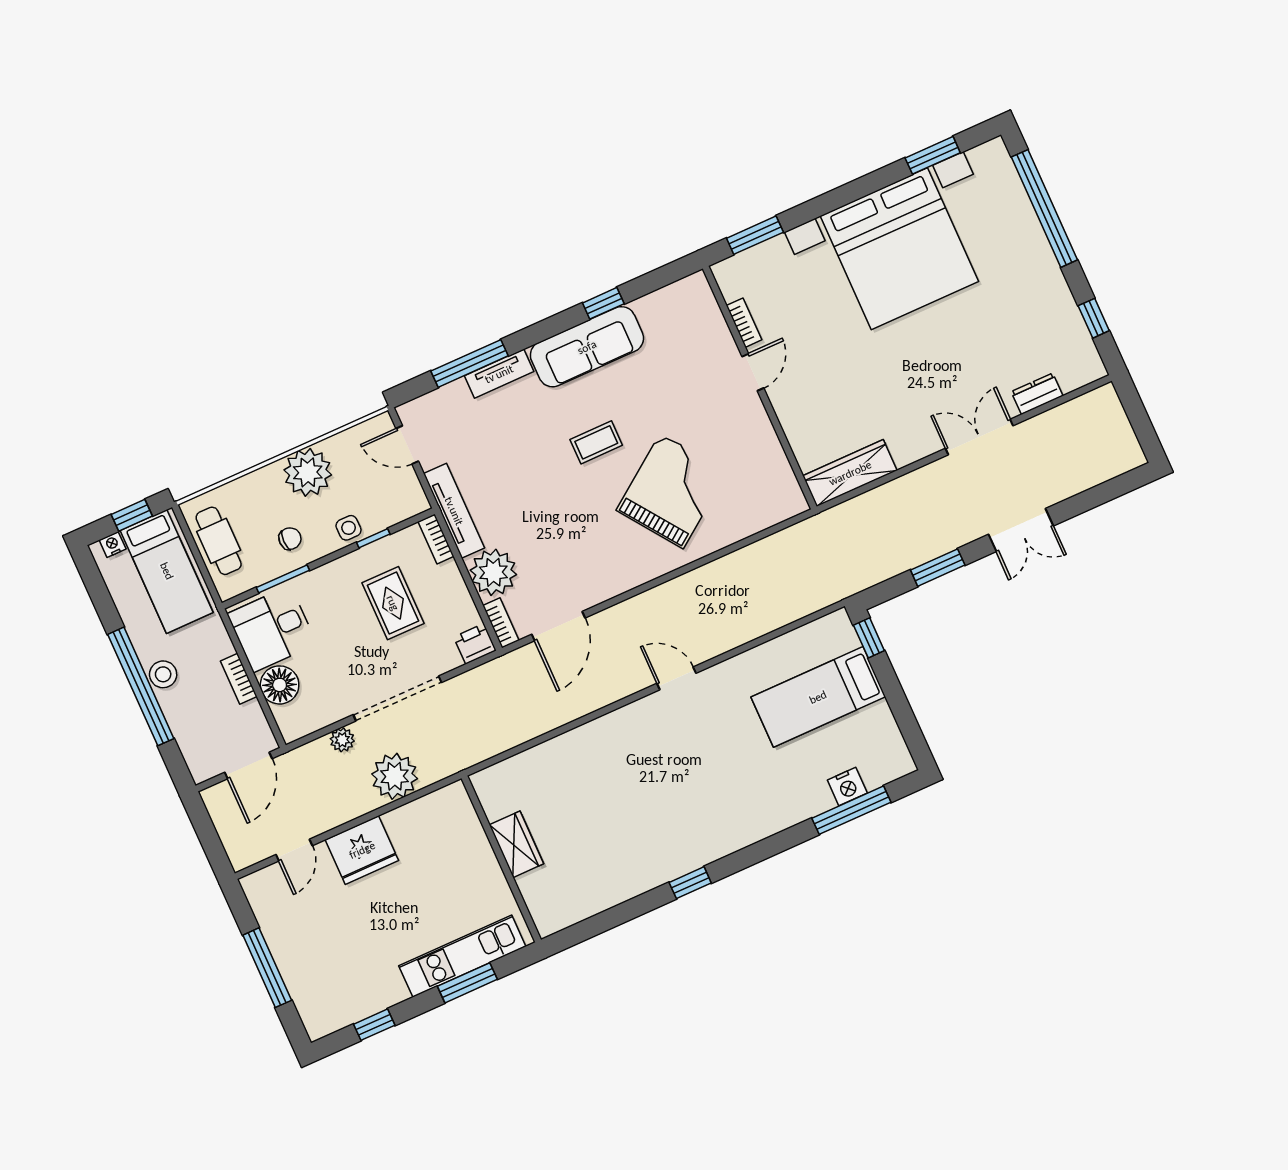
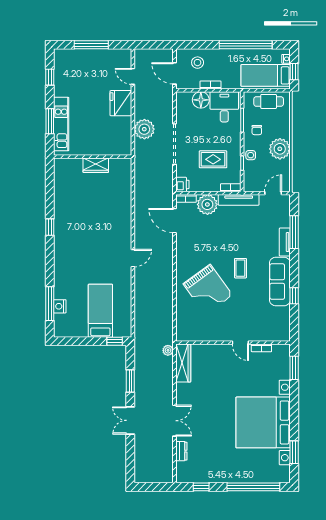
stool: (163, 674) -> (198, 63), moved
window: (141, 686) -> (246, 45), moved
plant: (342, 740) -> (168, 350), moved

